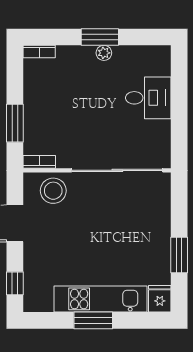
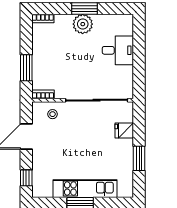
plant: (104, 53) -> (83, 24), width x1.87, depth x1.87
stool: (53, 191) -> (53, 114), width x0.53, depth x0.53
fridge: (160, 299) -> (124, 130), moved, turned -90

